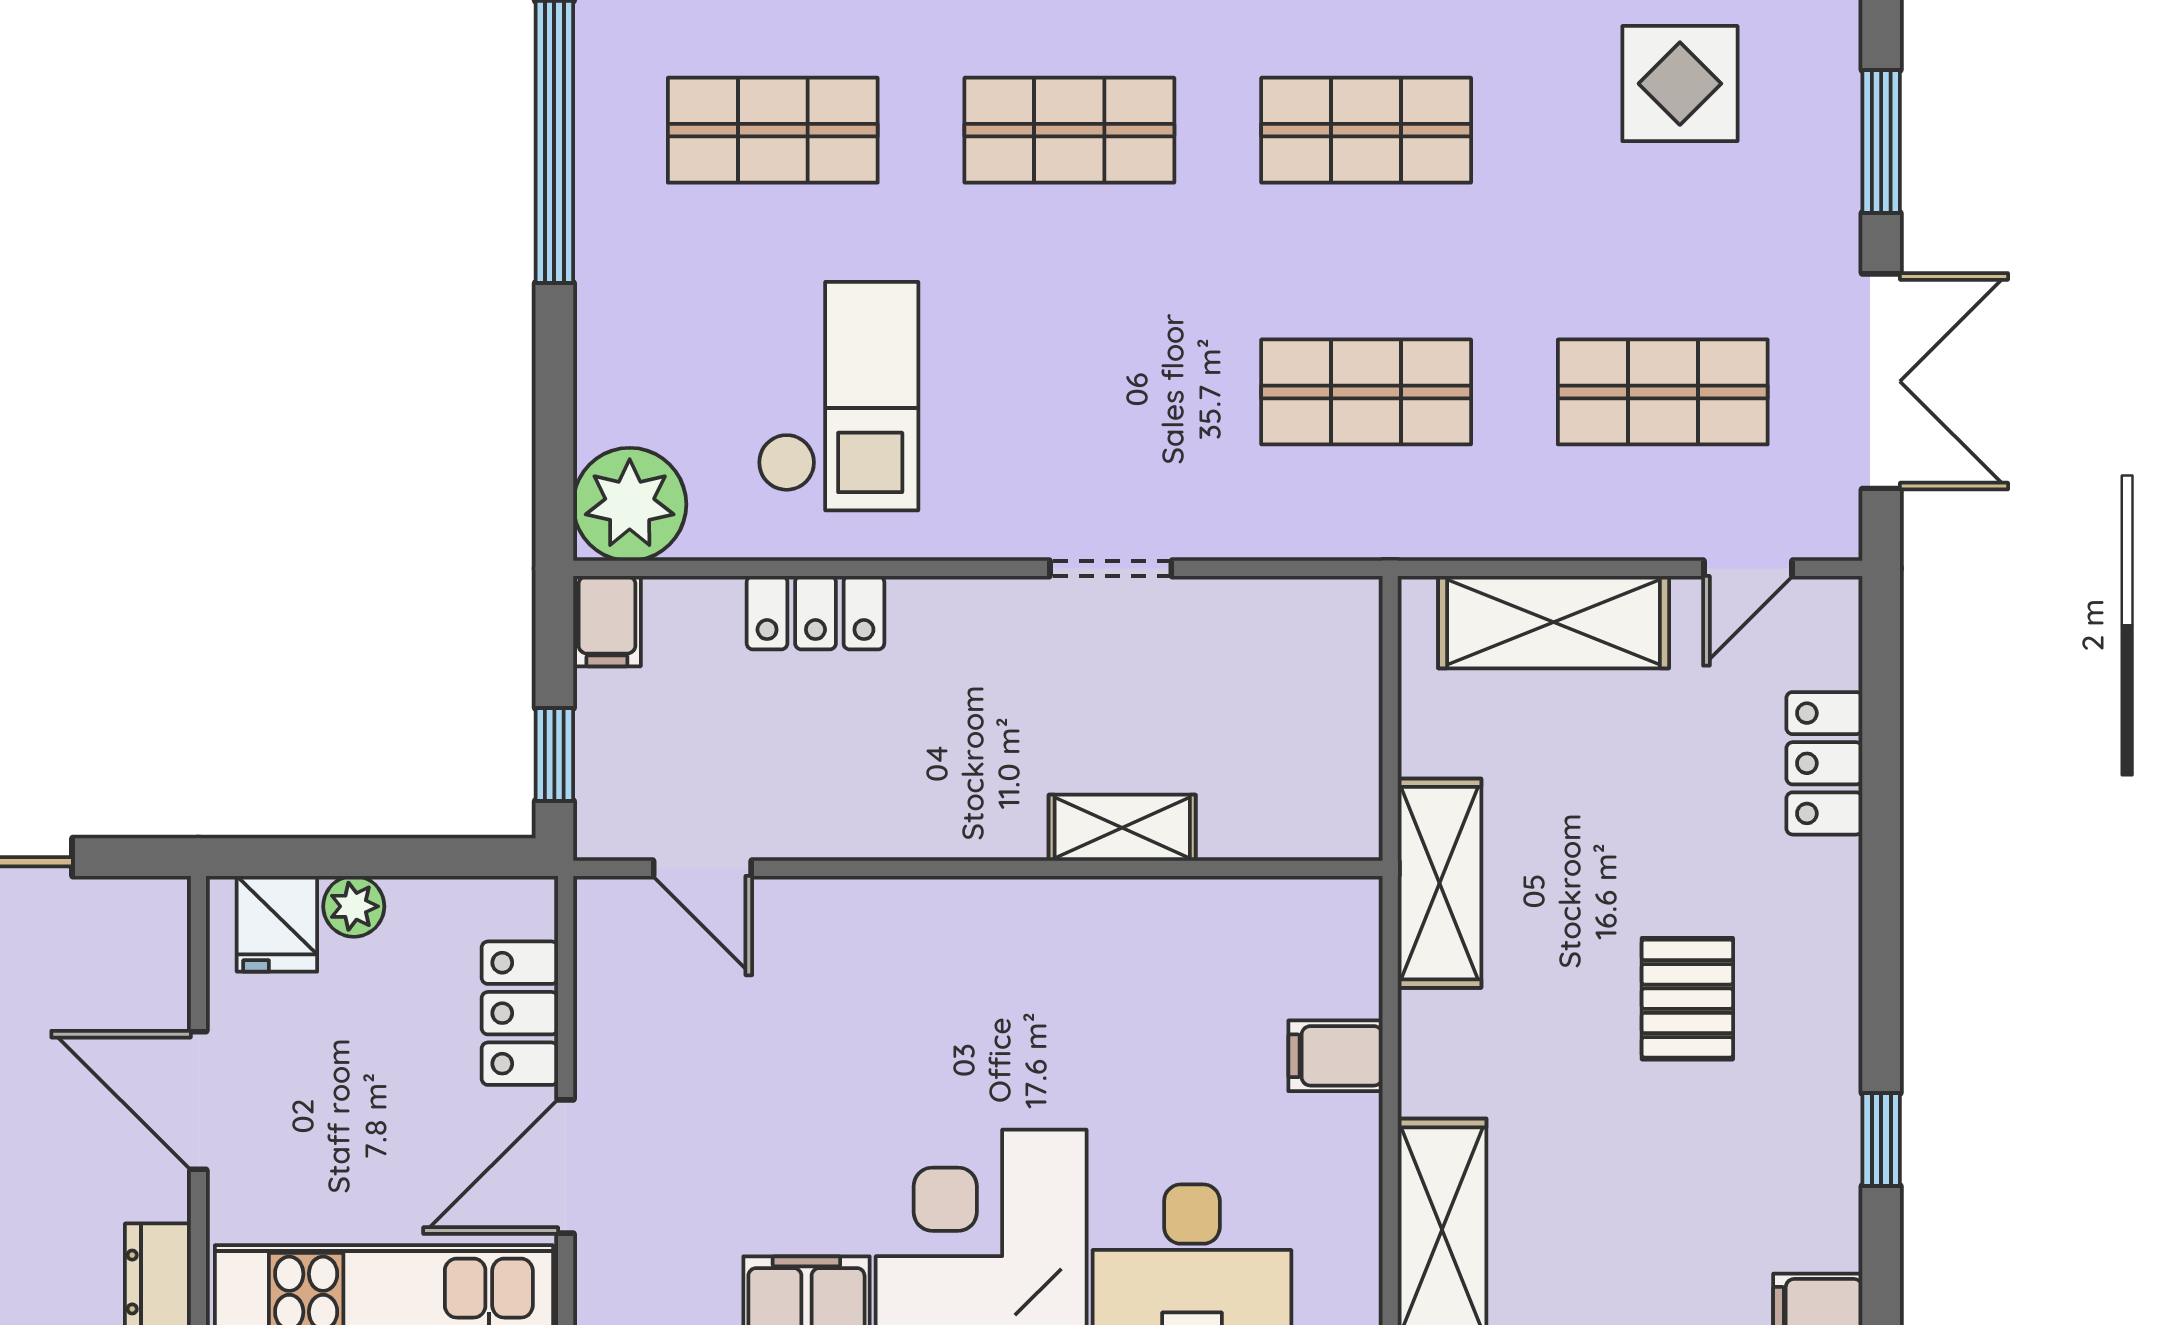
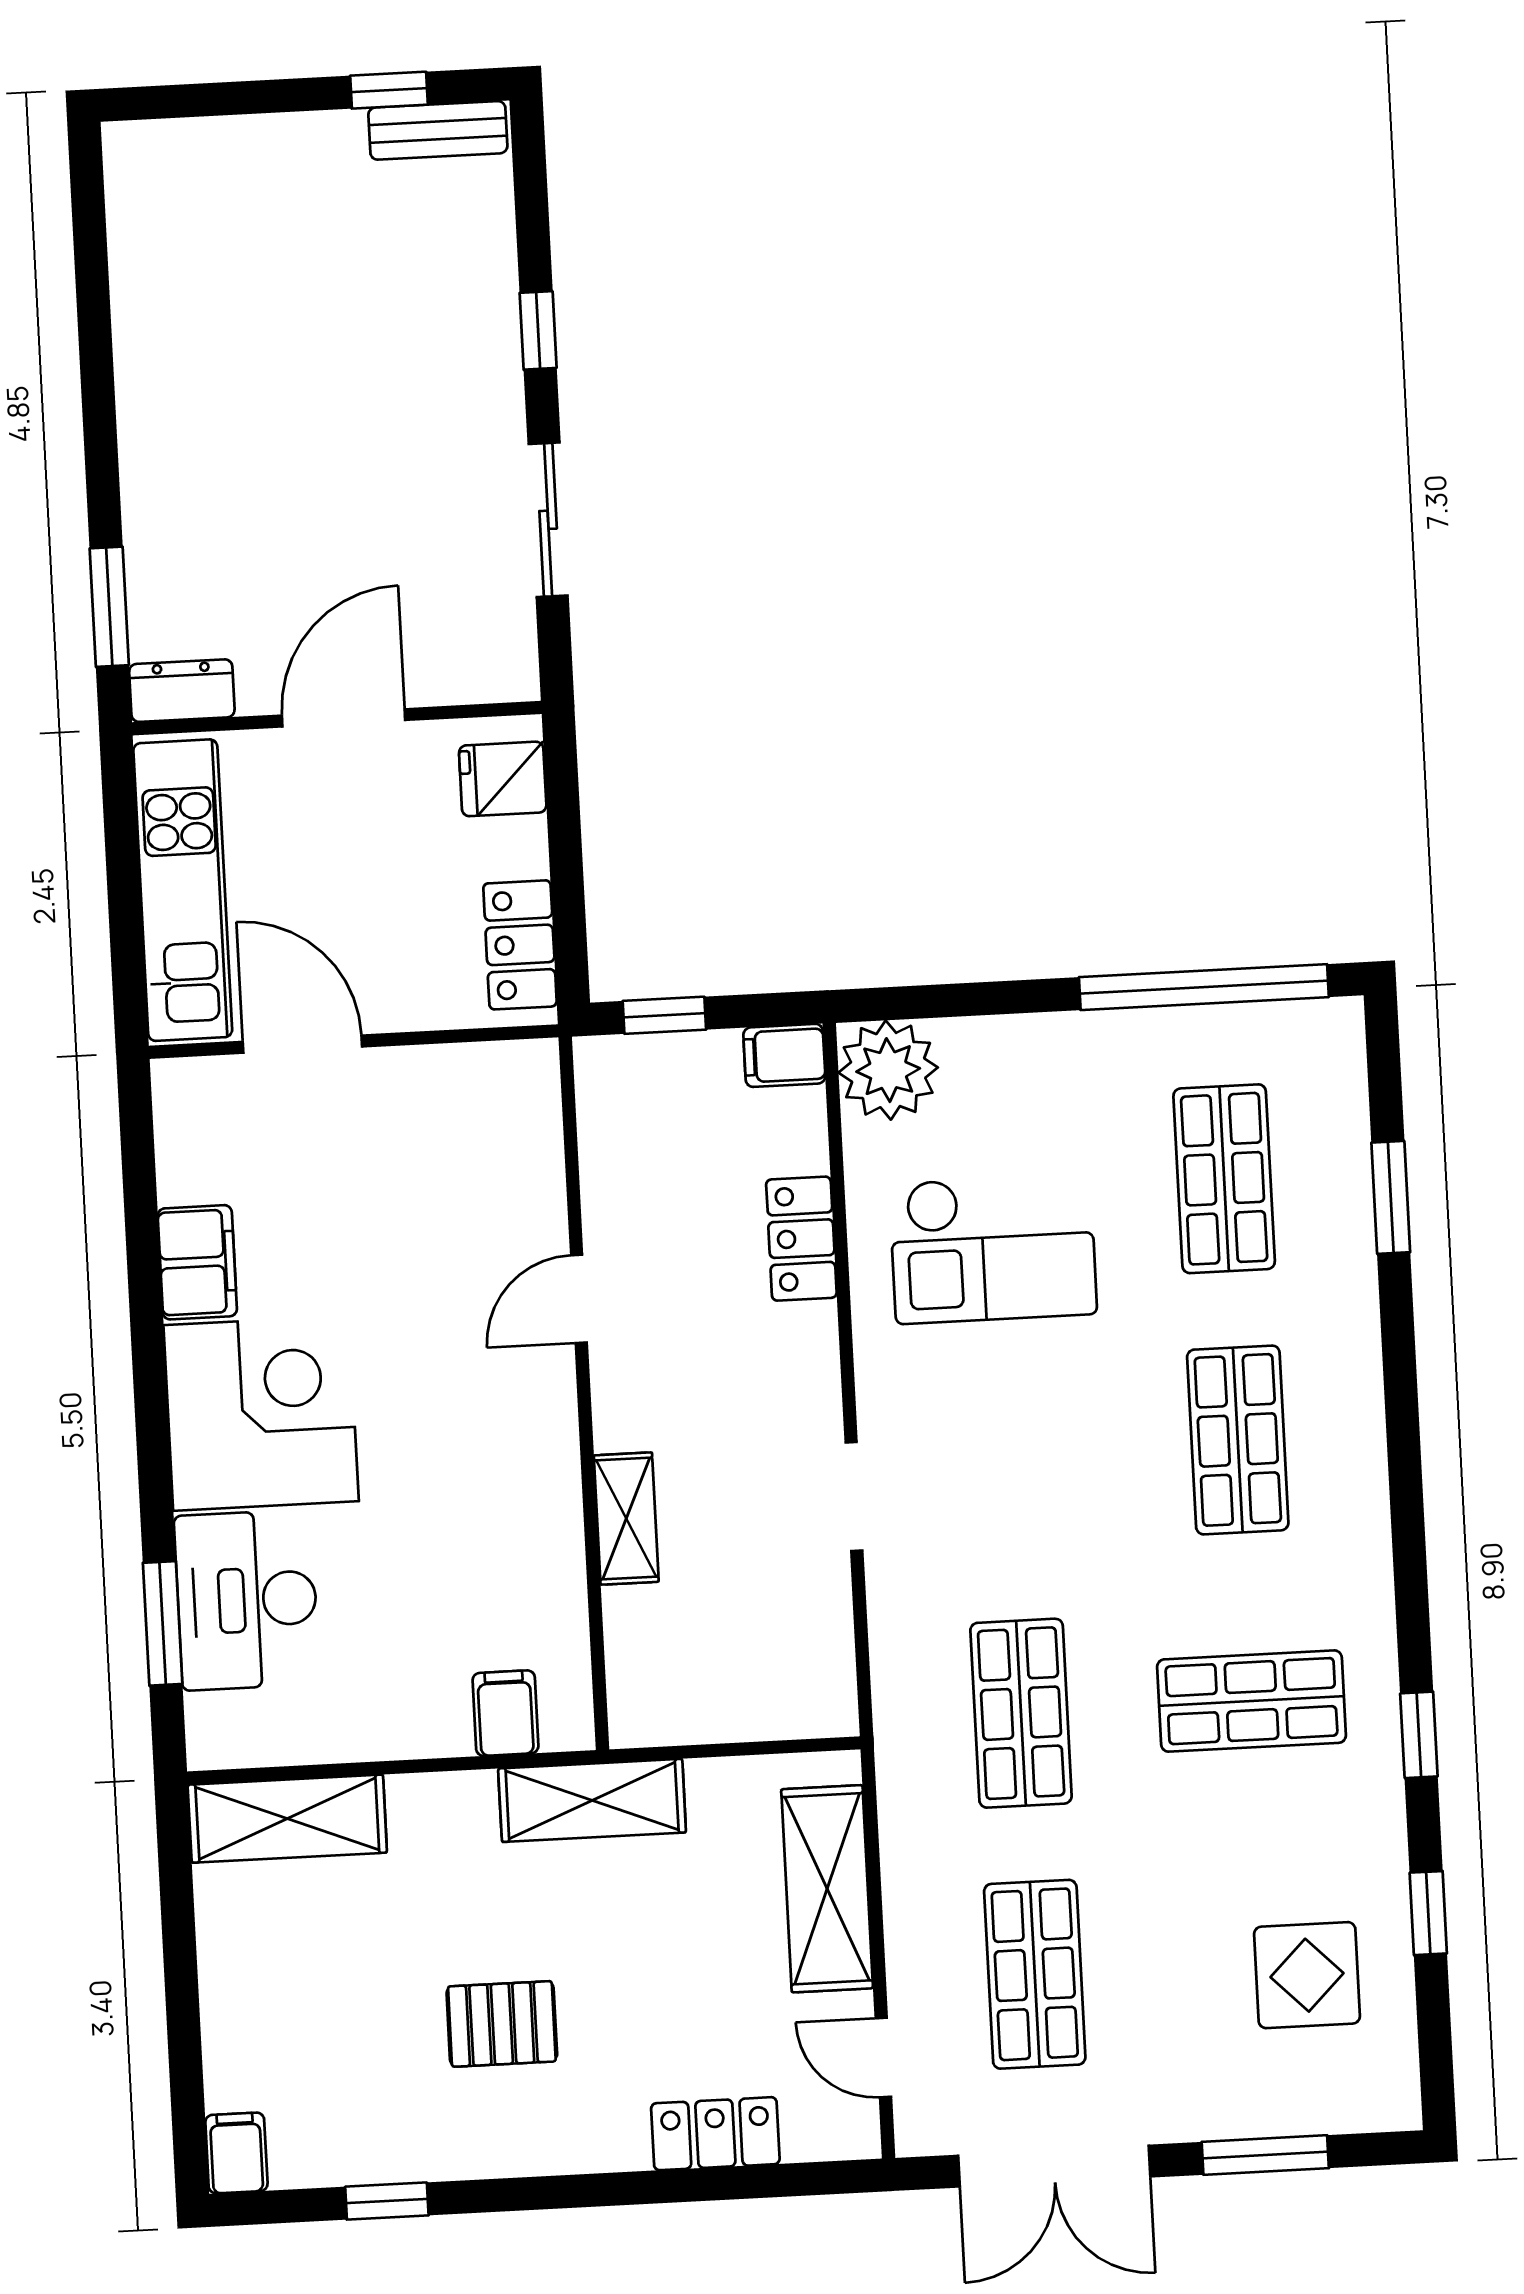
shop shelf: (1366, 130) -> (1252, 1701), turned 90
door: (702, 868) -> (579, 1299), moved
plant: (354, 906) -> (522, 846), removed
locker: (520, 1013) -> (520, 945), moved, turned -90
filing cabinet: (1336, 1056) -> (505, 1713), moved

